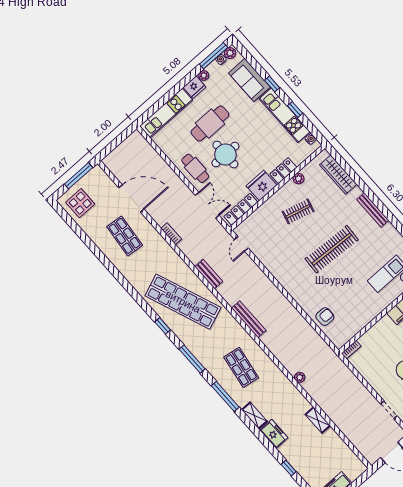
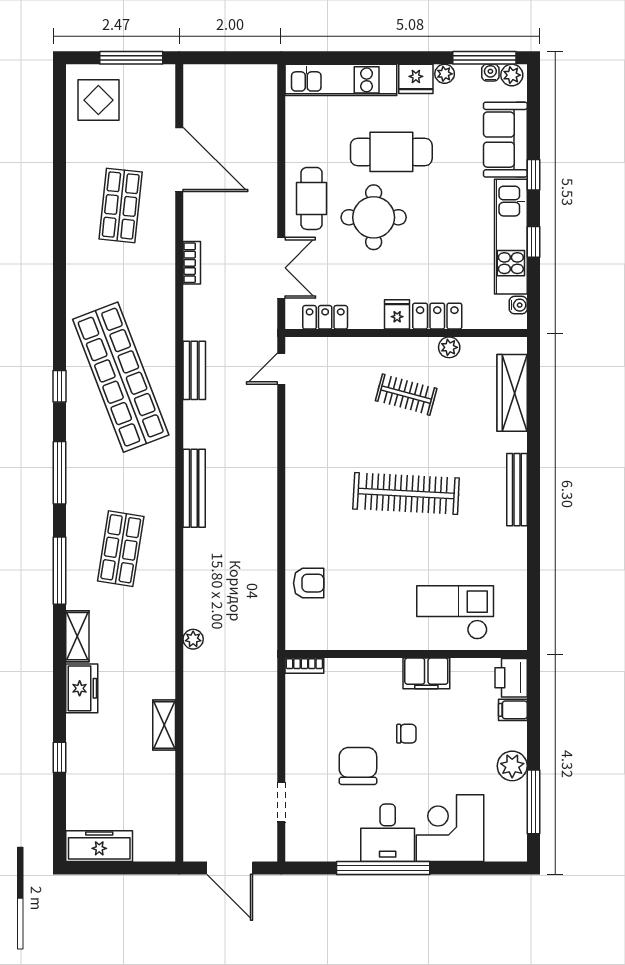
fridge: (261, 186) -> (397, 314), width x0.53, depth x0.75
locker: (241, 209) -> (325, 317), width x0.66

